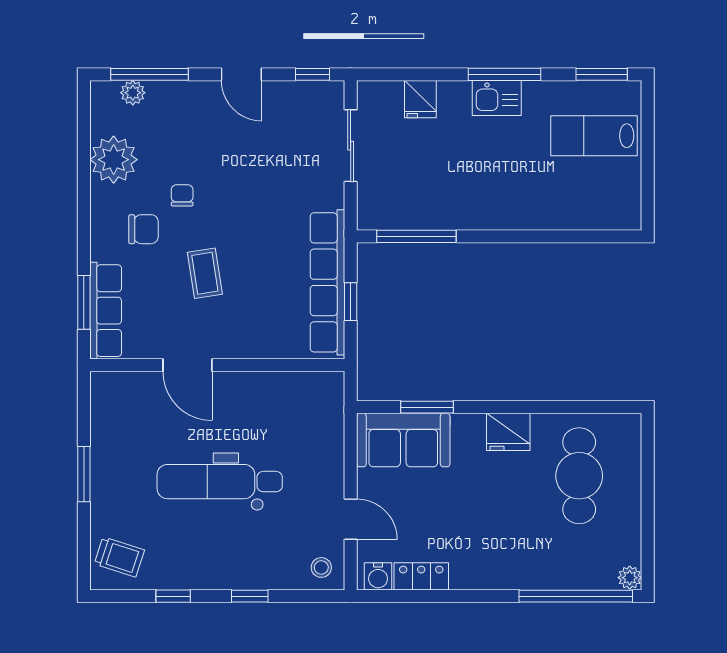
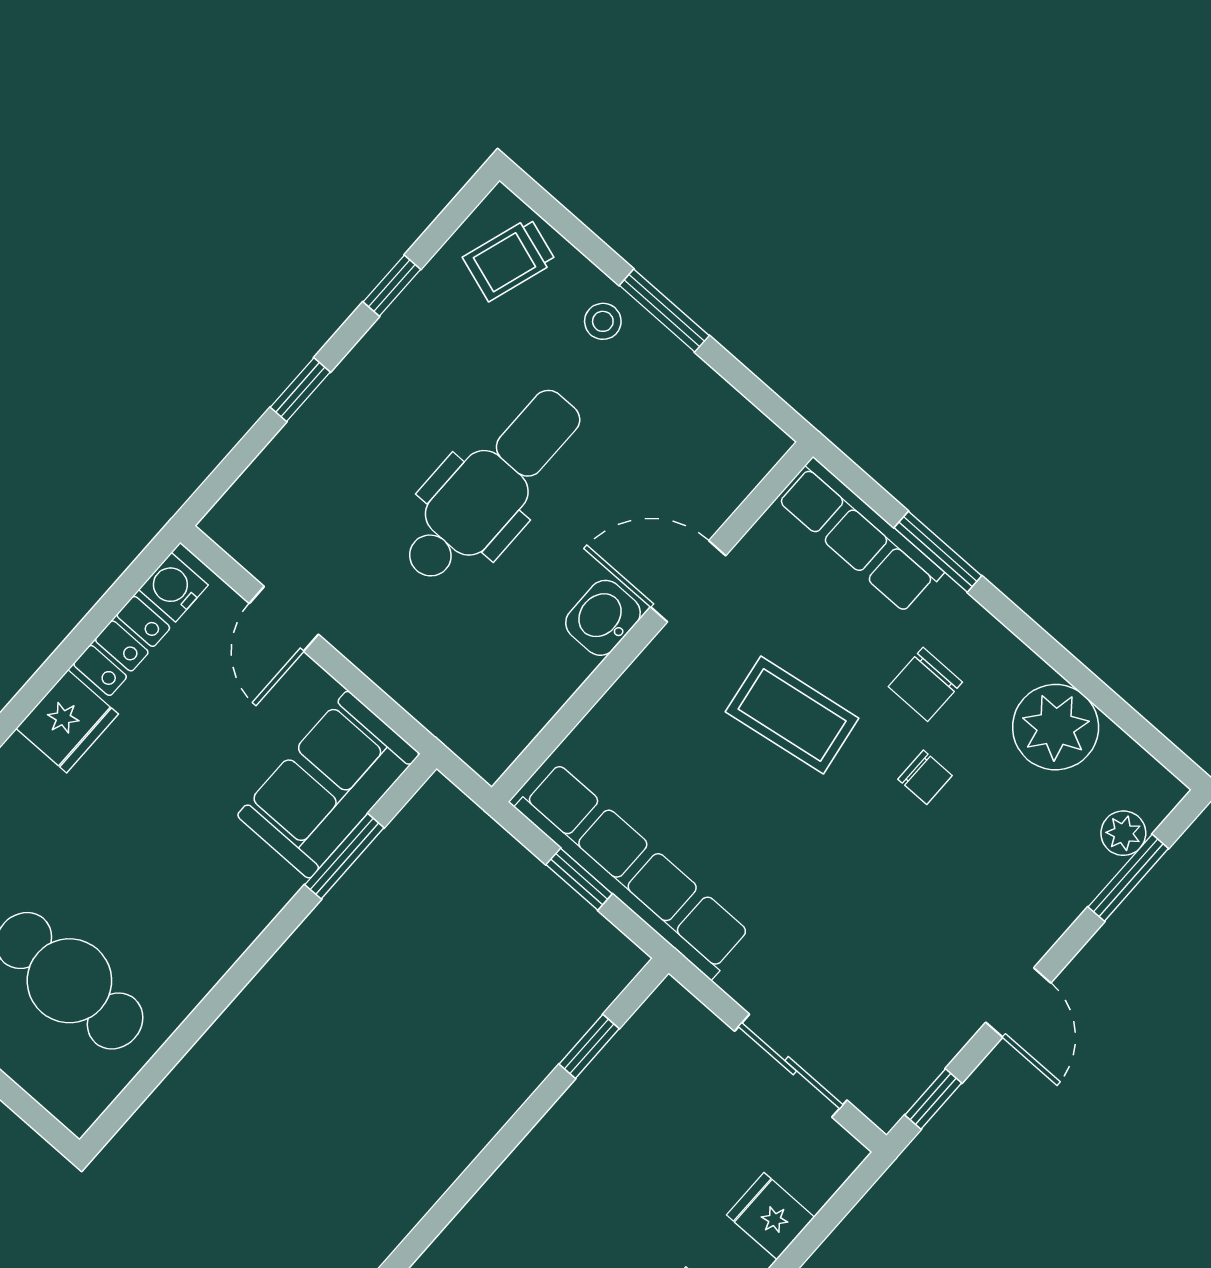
window: (149, 74) -> (1128, 878), width x0.69
door: (241, 74) -> (1018, 1003), swing flipped
window: (416, 236) -> (589, 1046), width x0.46
coffee table: (205, 273) -> (792, 715), width x1.36, depth x1.30
window: (84, 302) -> (938, 552), moved
washbasin: (234, 387) -> (603, 618), added
fridge: (508, 432) -> (67, 721), moved, turned 180
door: (351, 519) -> (284, 619), hinge flipped
stool: (321, 567) -> (603, 321), moved

